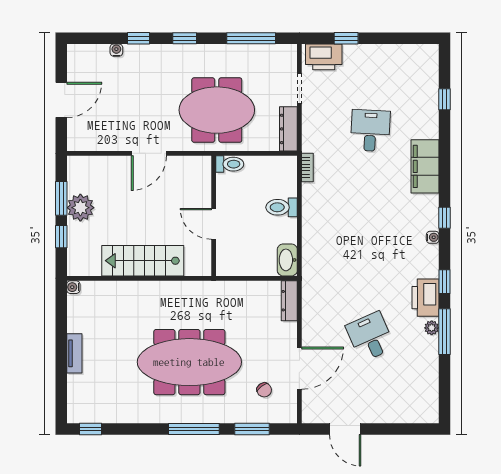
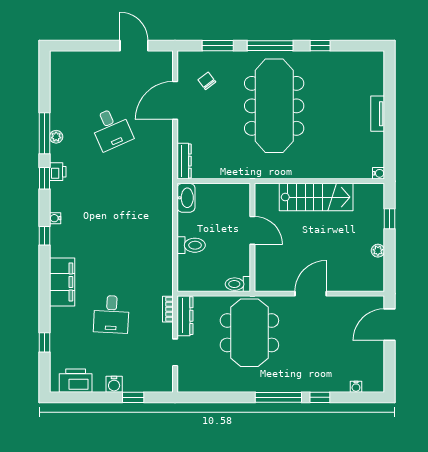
window: (185, 38) -> (278, 397), width x2.17
window: (251, 38) -> (219, 397), removed
water cooler: (116, 50) -> (356, 387), moved
water cooler: (367, 53) -> (114, 384), added
printer: (324, 57) -> (76, 381), moved
door: (61, 100) -> (390, 325), moved
meeting table: (217, 110) -> (249, 333), turned 90
bookcase: (307, 168) -> (168, 309), moved
window: (61, 198) -> (390, 253), removed
plant: (80, 208) -> (378, 251), width x0.53, depth x0.53
printer: (425, 298) -> (58, 172), width x0.53, depth x0.68
meeting table: (189, 362) -> (274, 106), turned 90
window: (90, 429) -> (320, 46), moved

